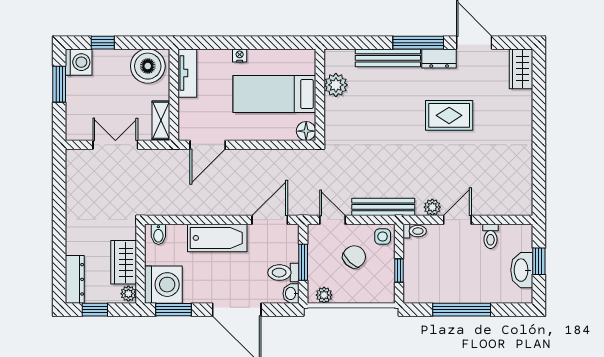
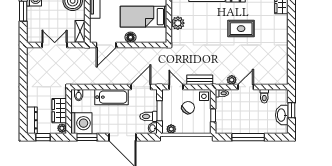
plant: (336, 85) -> (178, 23), moved
floor lamp: (306, 131) -> (130, 37), moved
bench: (383, 207) -> (200, 80), width x0.73

